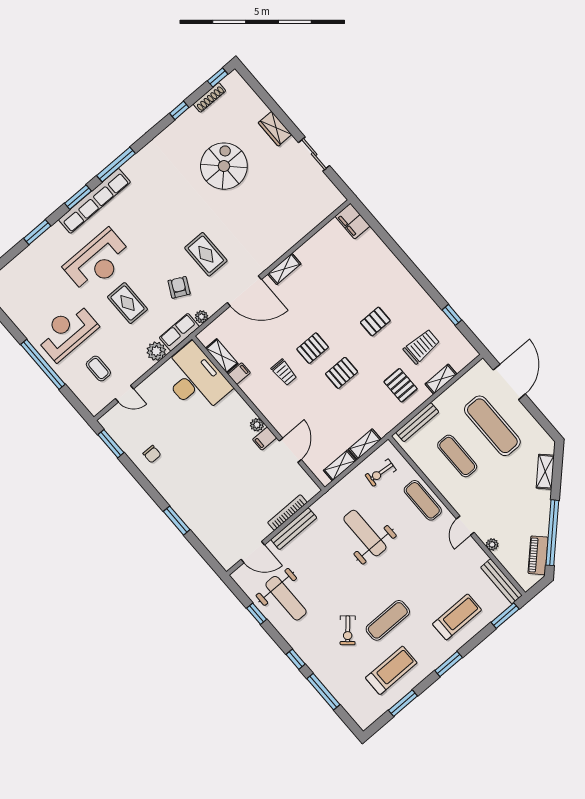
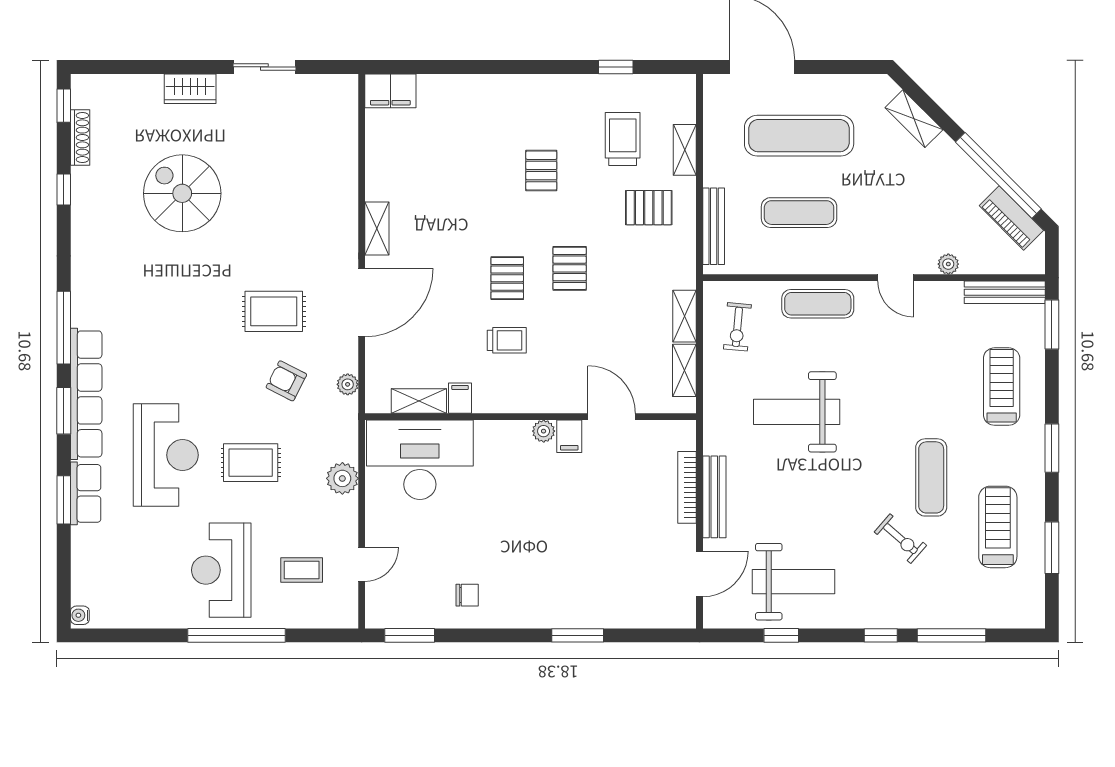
row of seats: (179, 332) -> (86, 493), moved, turned 180

